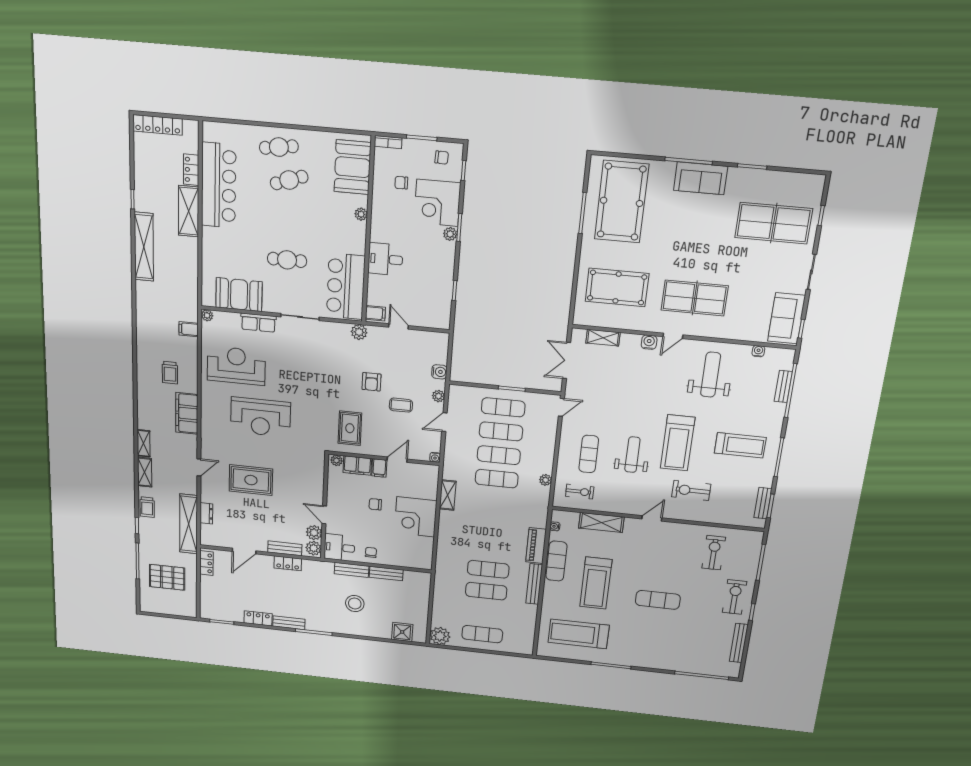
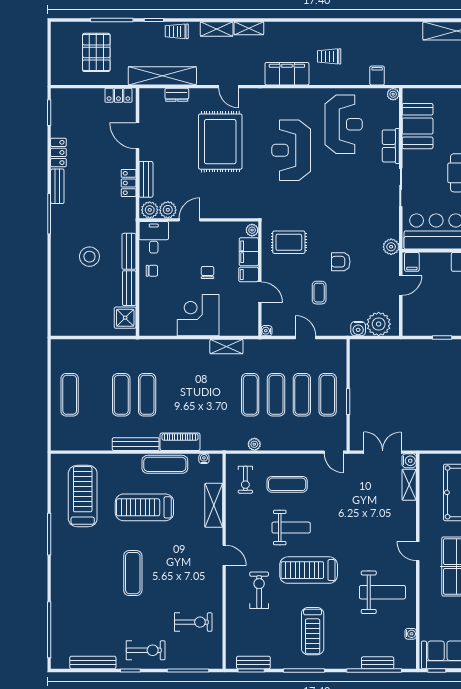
water cooler: (649, 342) -> (409, 461), moved
plant: (438, 396) -> (379, 324), moved, width x1.87, depth x1.87
rug: (251, 480) -> (220, 142), width x1.37, depth x1.44
shower: (402, 632) -> (125, 318), moved
plant: (440, 636) -> (62, 350), removed

